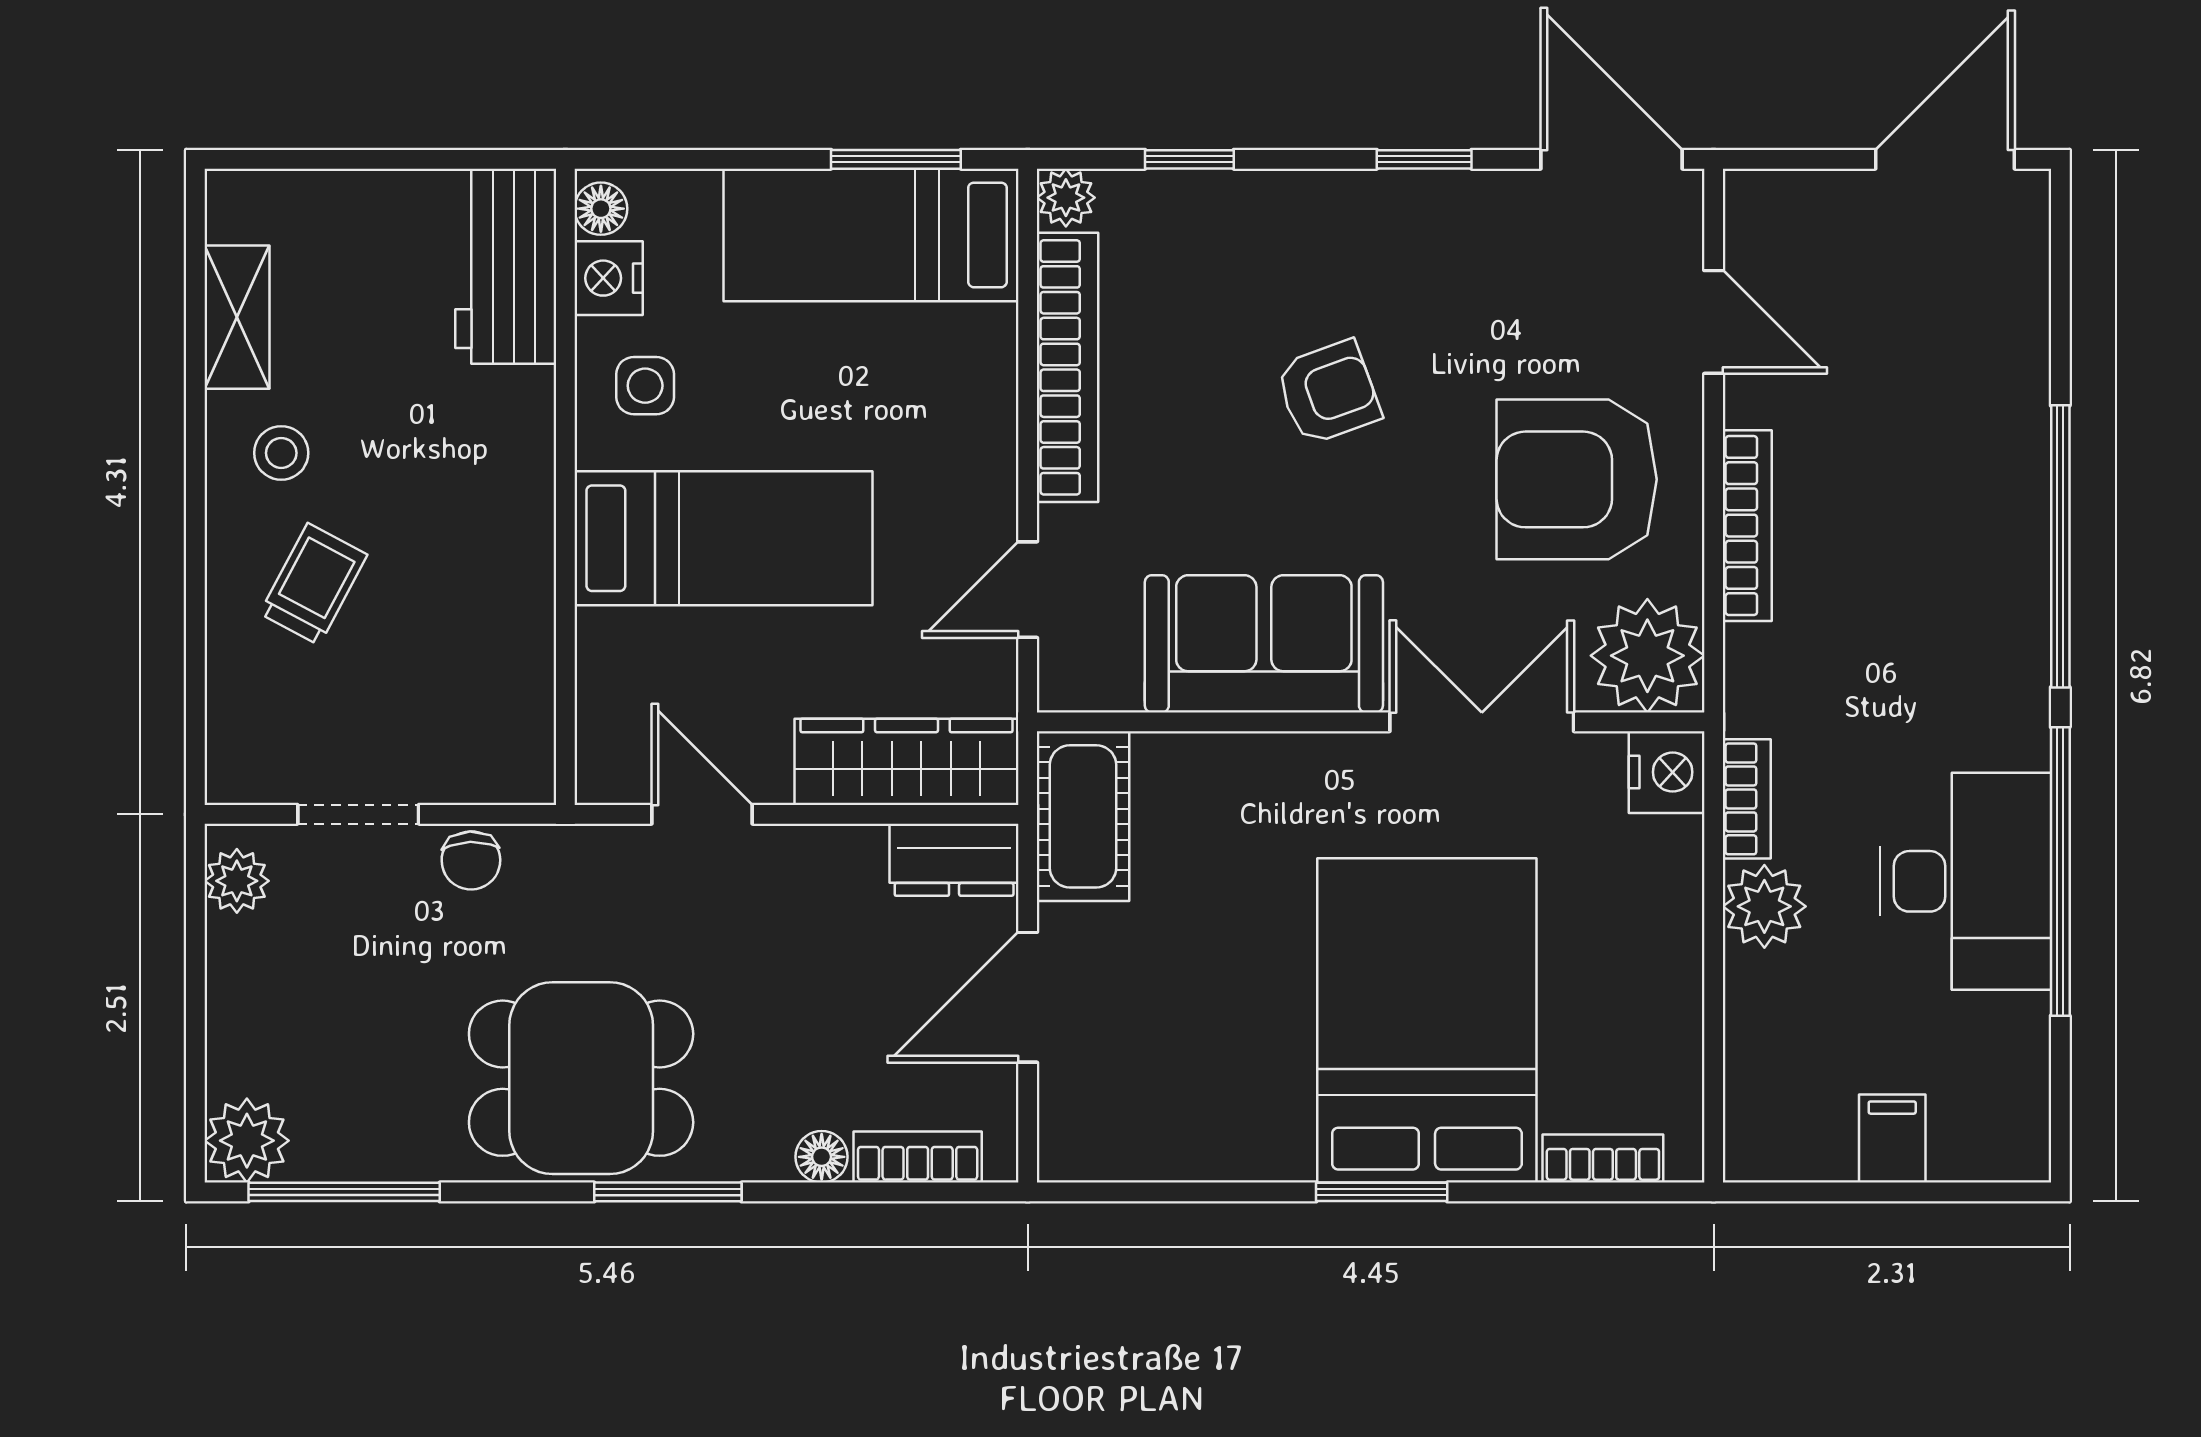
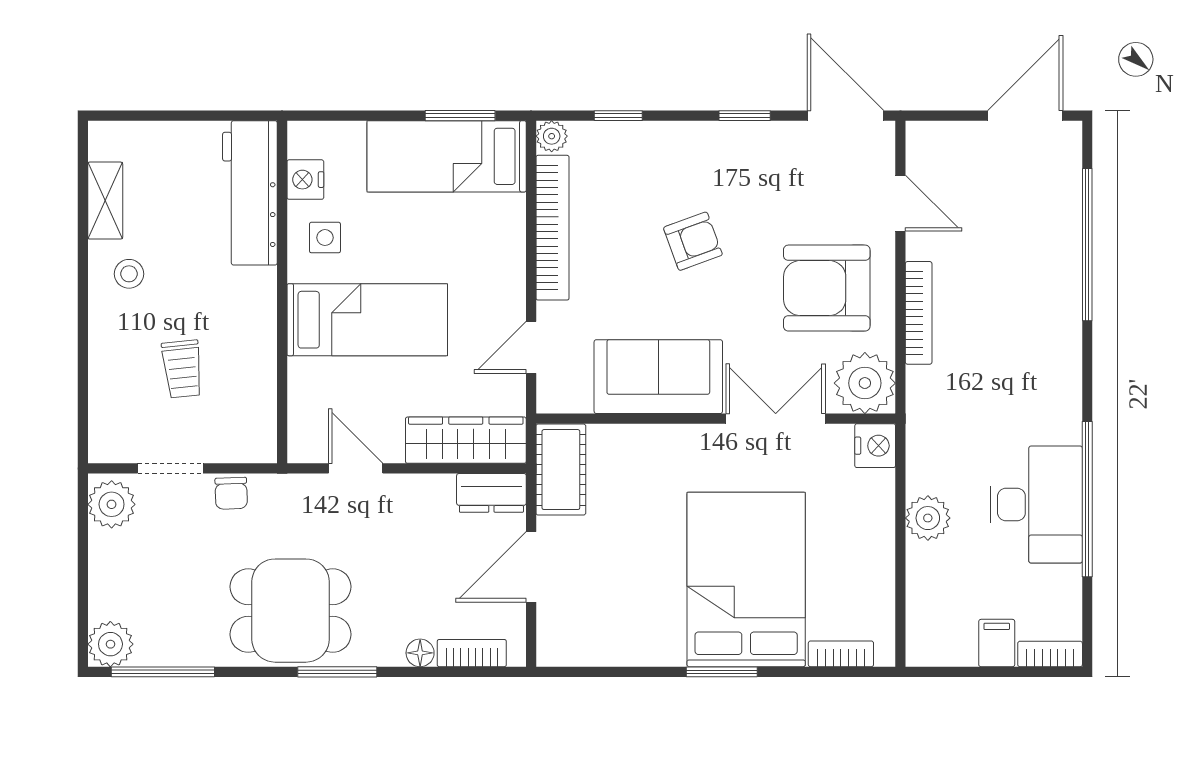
floor lamp: (601, 209) -> (301, 142), removed
workbench: (506, 266) -> (250, 193), width x1.38
window: (2060, 546) -> (1087, 245), moved
trolley: (313, 584) -> (182, 369), moved, turned 146
bookcase: (1747, 799) -> (1050, 654), moved, turned -90
plant: (237, 881) -> (112, 504), width x1.38, depth x1.38

